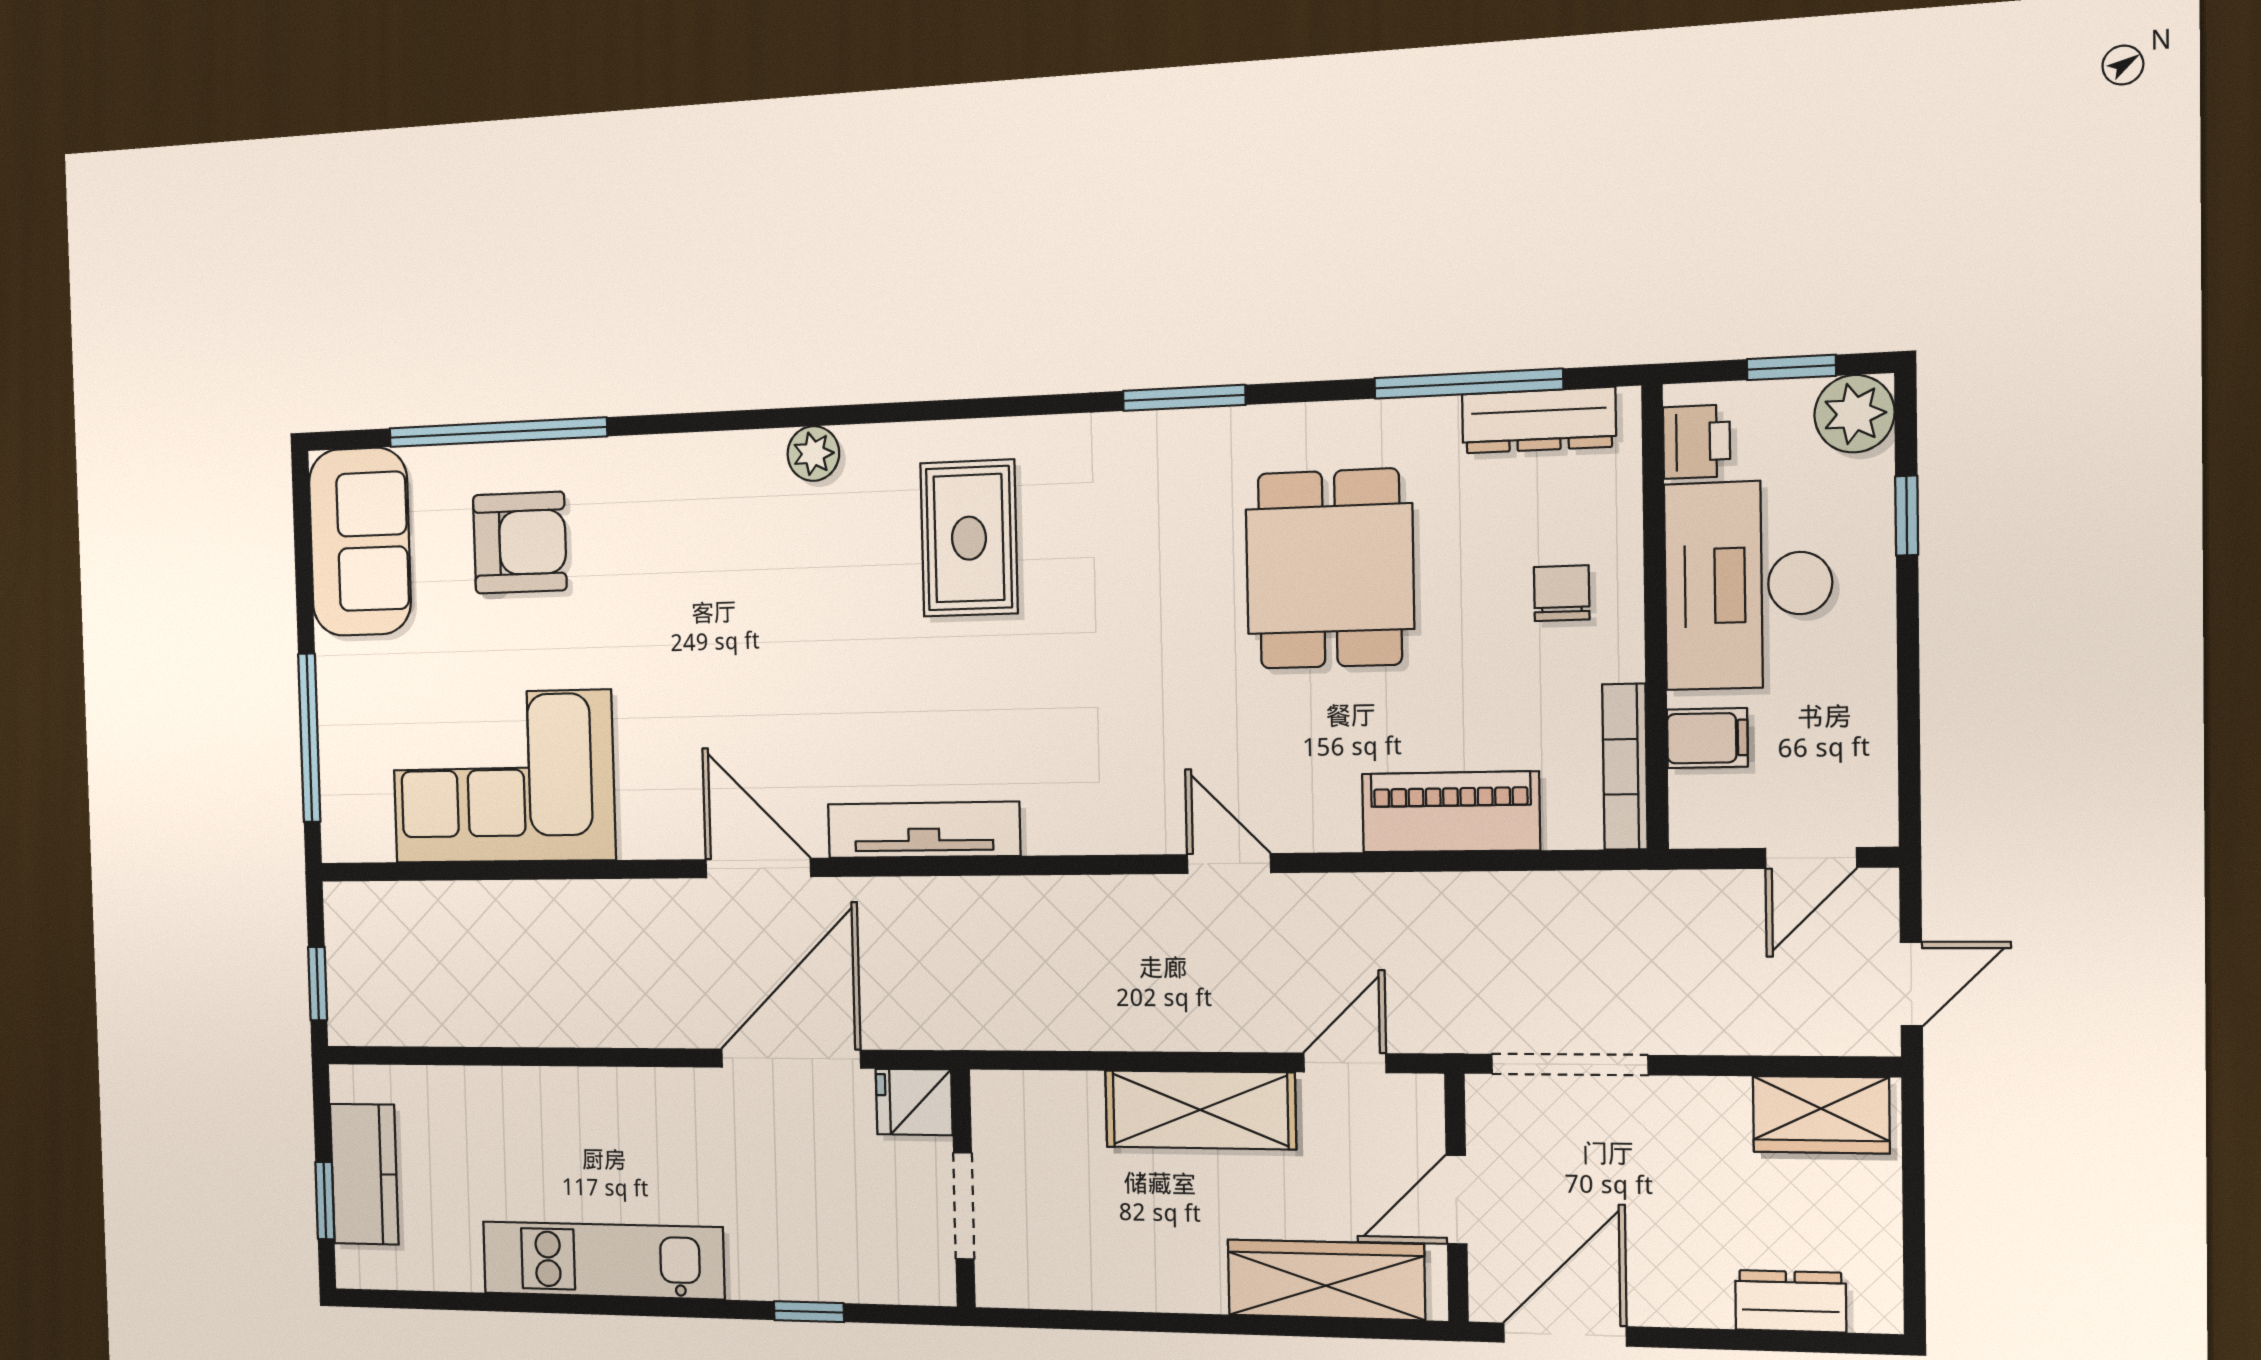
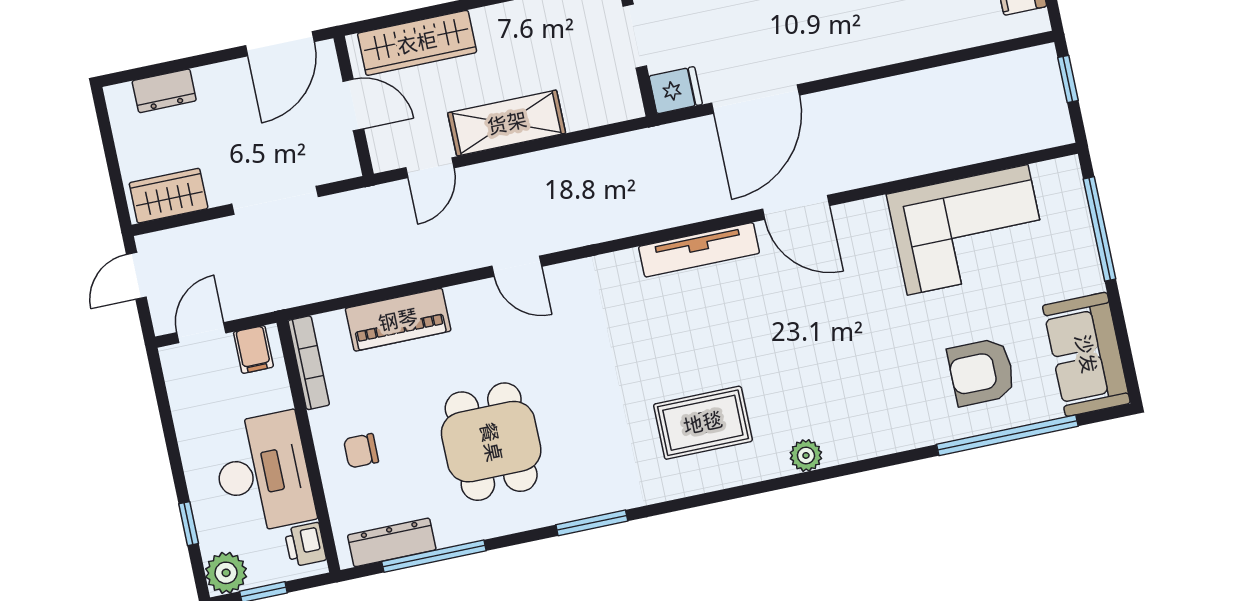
rug: (969, 538) -> (703, 423), turned 90
chair: (1562, 593) -> (361, 451), turned 90
filing cabinet: (1707, 738) -> (253, 349), moved, turned -90
doorway: (1570, 1064) -> (275, 200), moved
door: (1456, 1200) -> (353, 105), hinge flipped

